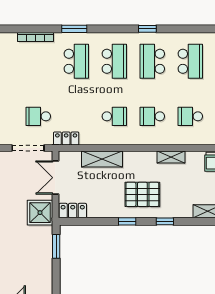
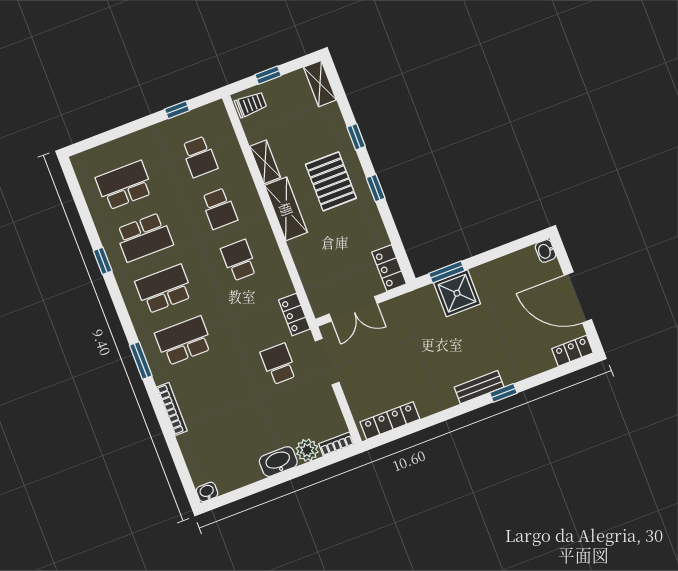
school desk: (38, 116) -> (279, 364), turned 180
shelving: (102, 159) -> (286, 209), moved
shower: (40, 213) -> (457, 293), moved

